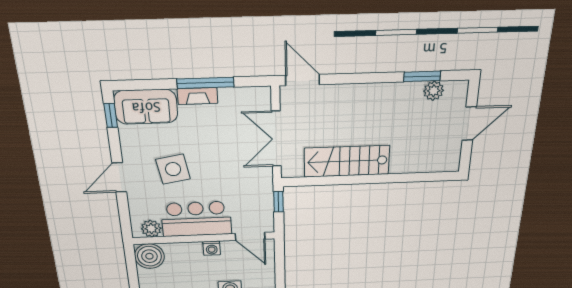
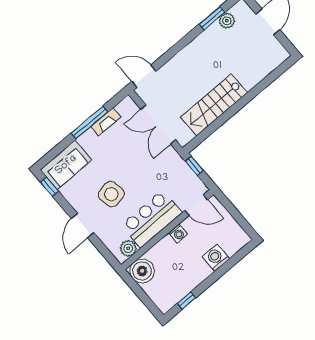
fireplace: (197, 96) -> (106, 122), moved

